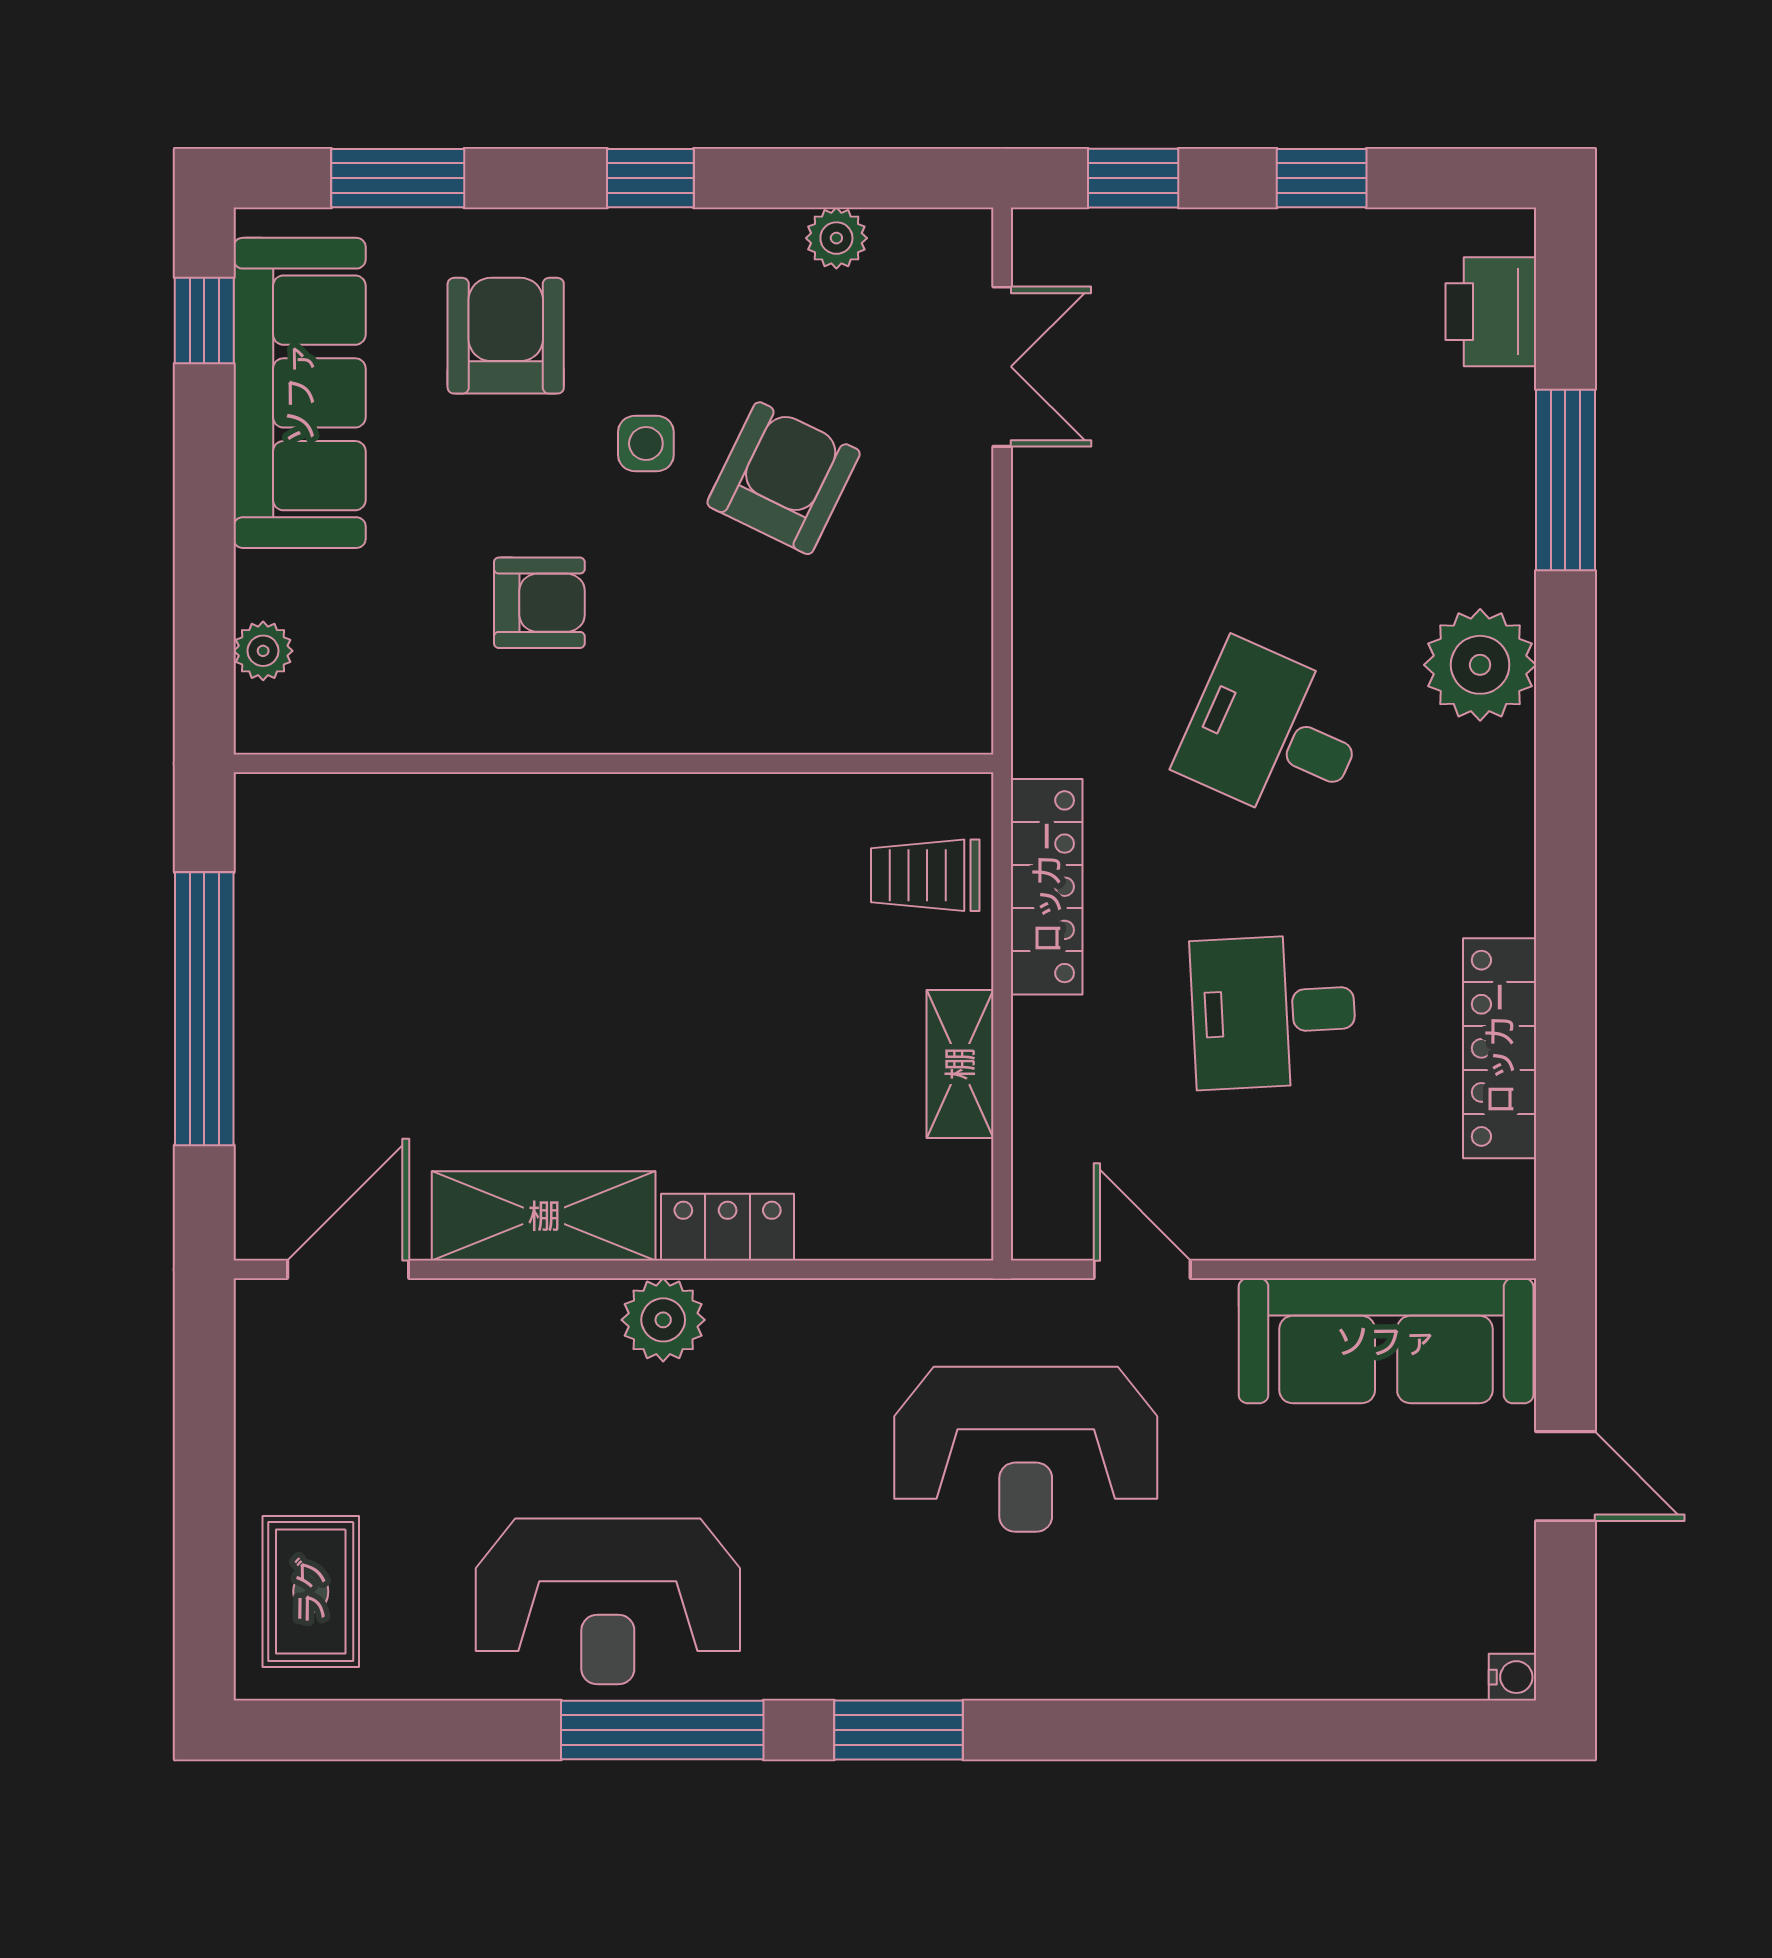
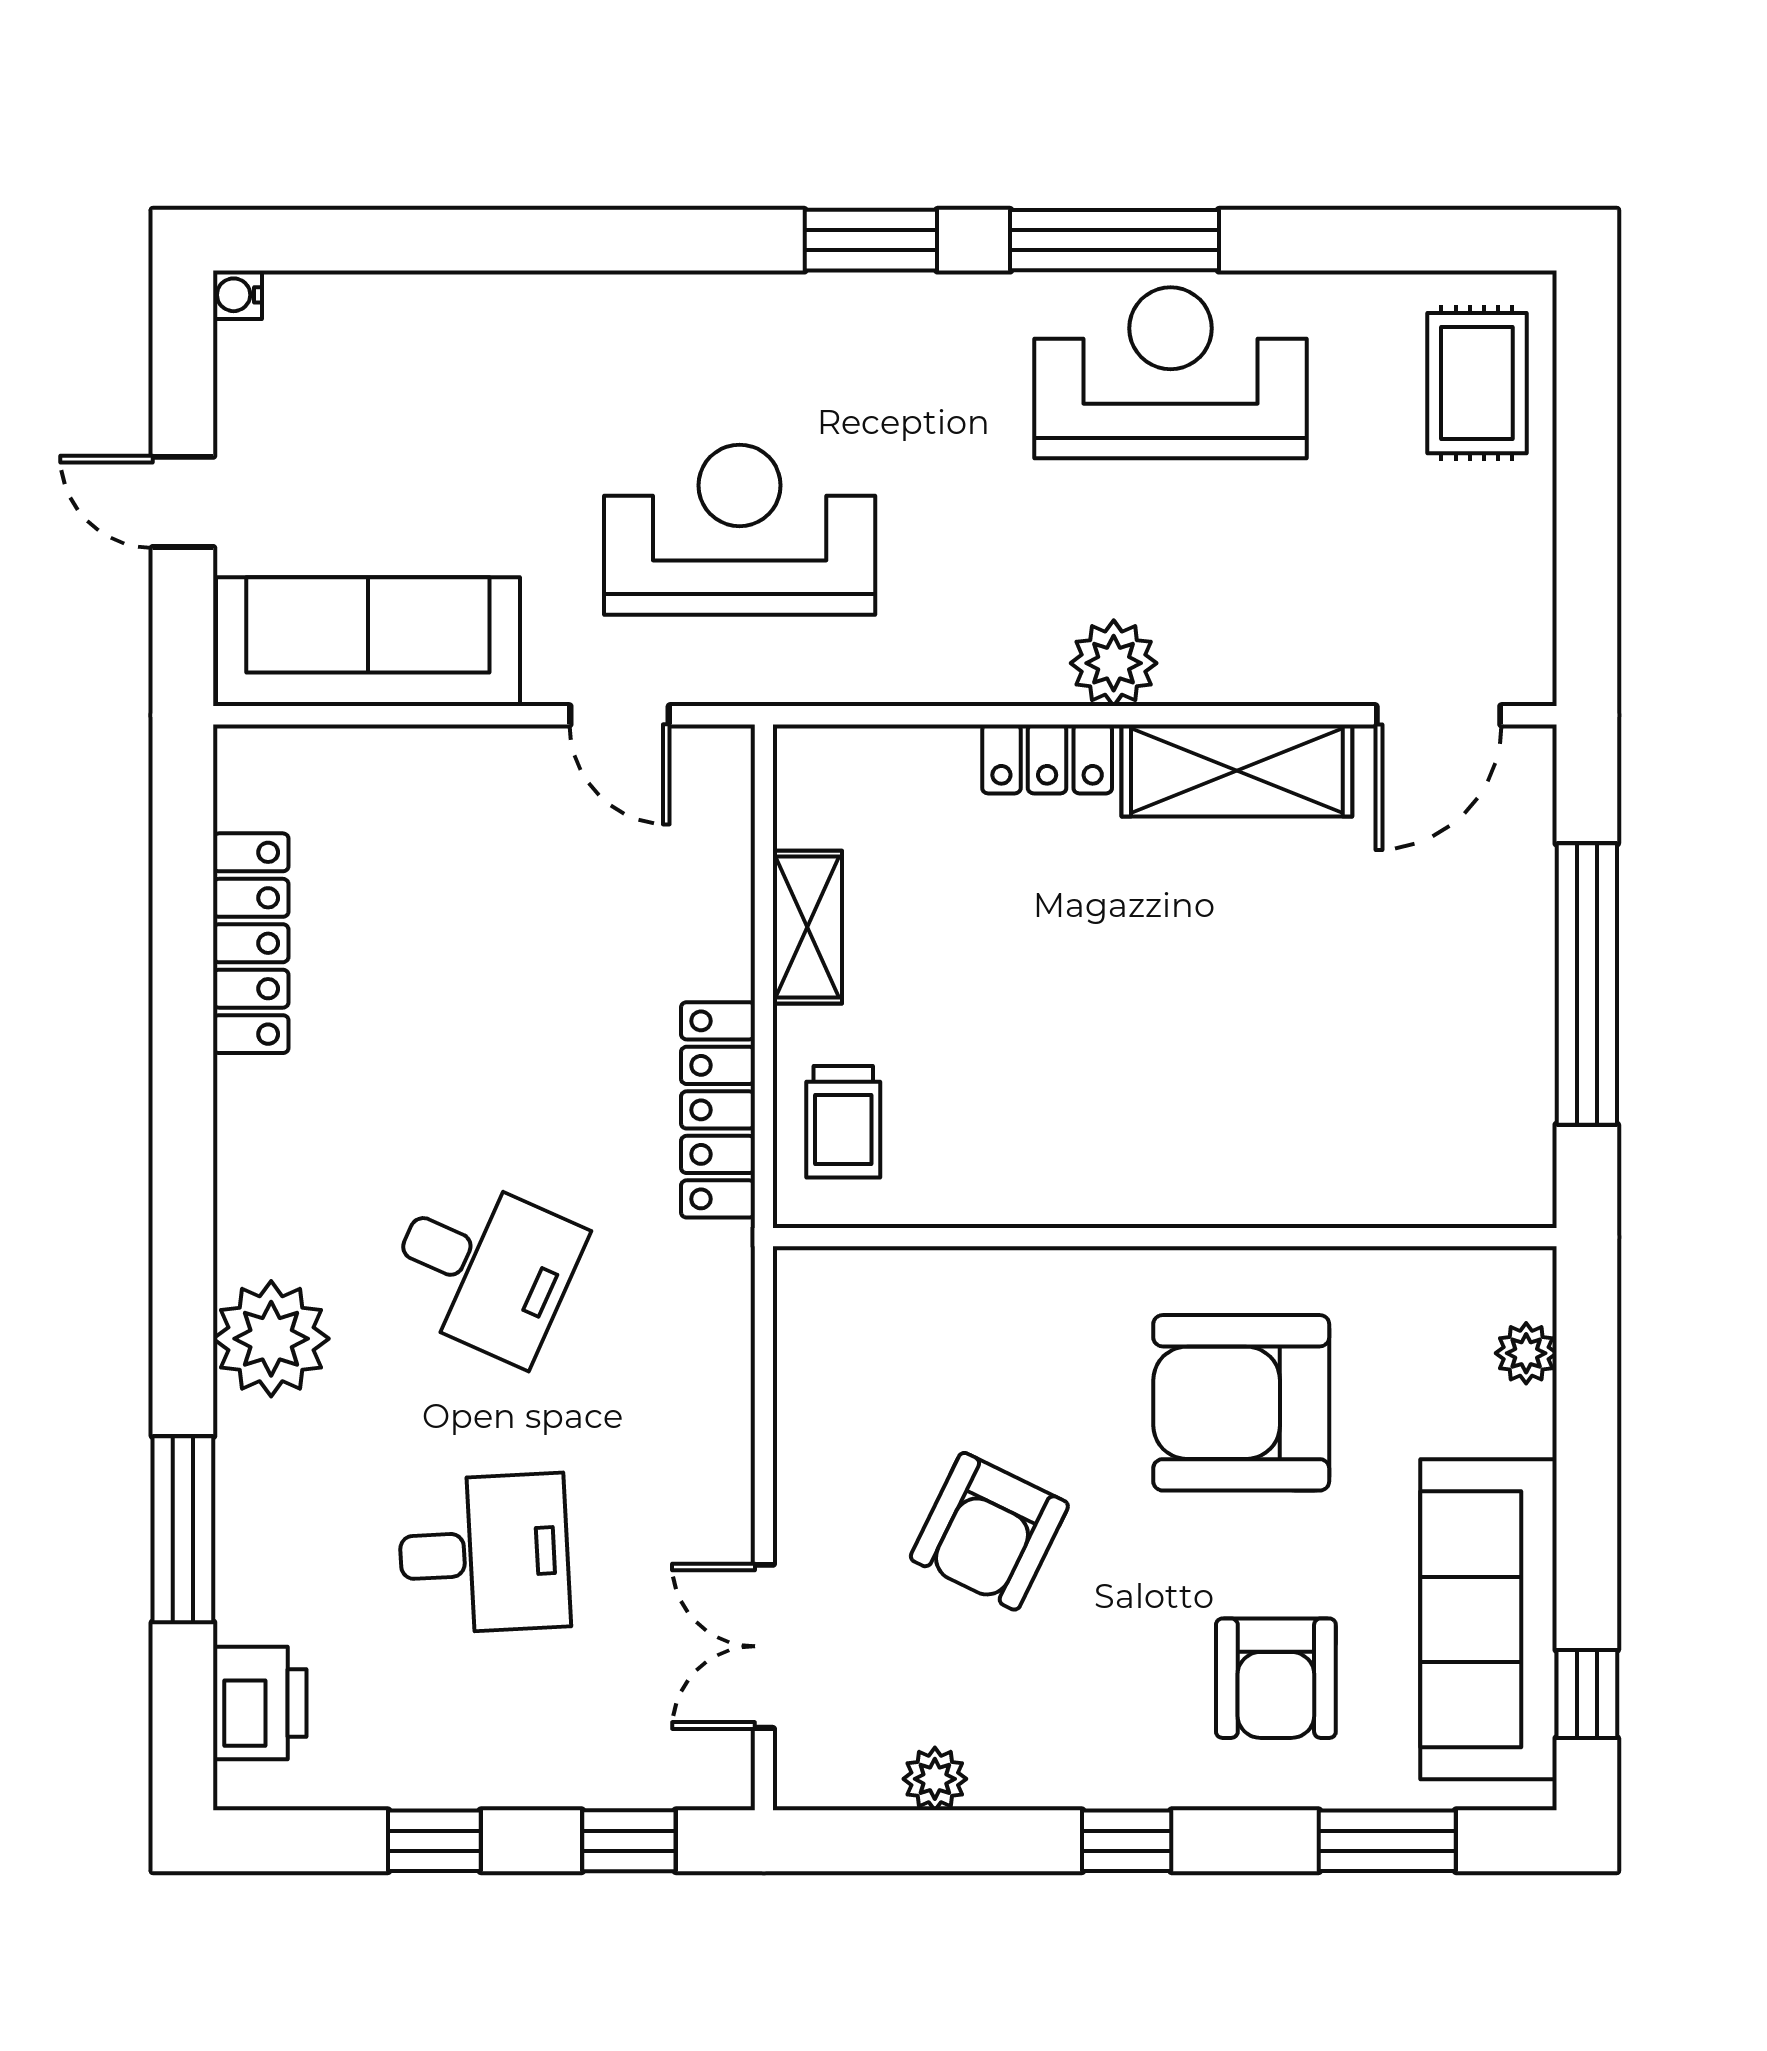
side table: (646, 443) -> (1131, 1567), removed
armchair: (539, 603) -> (1241, 1403), width x1.88, depth x1.88
trolley: (925, 875) -> (843, 1122), turned 90
desk: (1274, 1012) -> (484, 1554), moved

